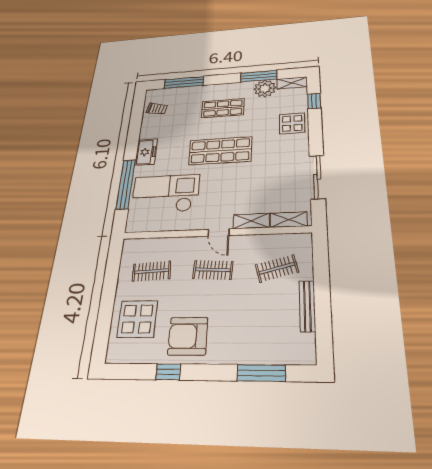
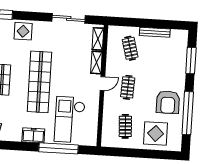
shop shelf: (220, 151) -> (39, 82), width x1.40
window: (168, 372) -> (188, 113), width x3.17

